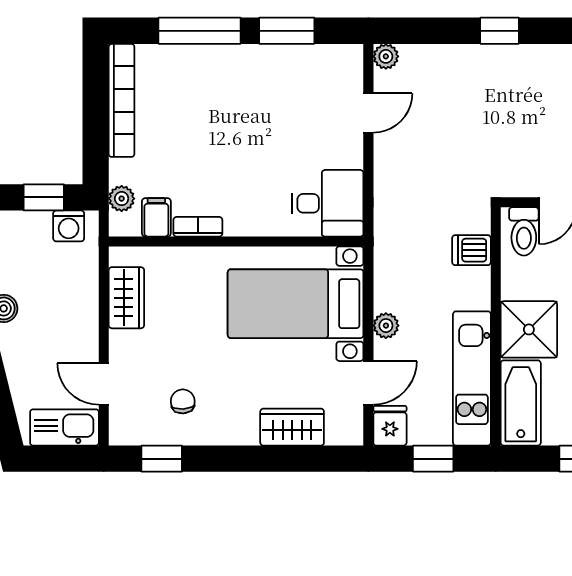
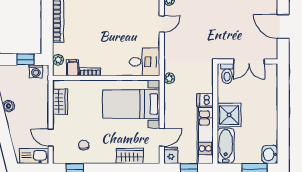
dishwasher: (471, 250) -> (205, 100), moved
plant: (386, 326) -> (169, 78), moved

